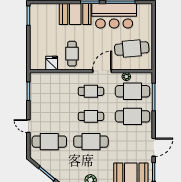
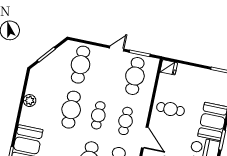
fridge: (52, 63) -> (169, 67), moved
cafe table: (49, 91) -> (135, 76), added
door: (28, 126) -> (117, 48), moved

